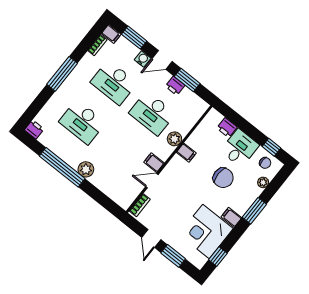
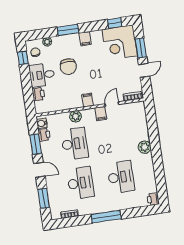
filing cabinet: (111, 34) -> (55, 213), removed
water cooler: (143, 59) -> (42, 123), moved
printer: (175, 86) -> (44, 135), moved
filing cabinet: (186, 153) -> (88, 100), moved
window: (62, 167) -> (158, 161), removed
chair: (223, 178) -> (68, 67), turned 180
door: (152, 181) -> (112, 104), swing flipped
corner desk: (206, 231) -> (120, 43), moved, turned 90

